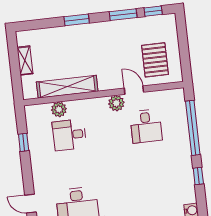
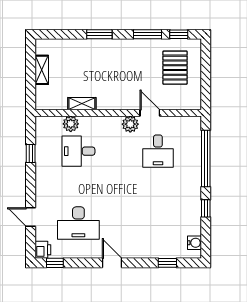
pallet: (155, 60) -> (175, 68), moved
shelving: (67, 87) -> (82, 104), width x0.45, depth x0.75

